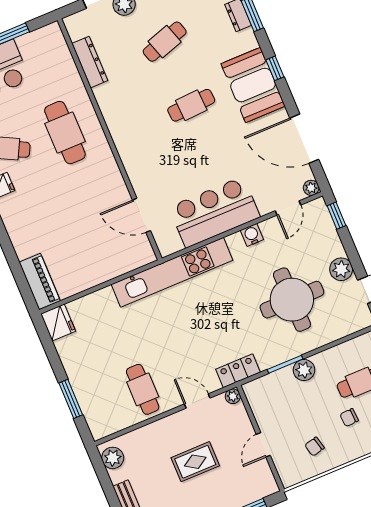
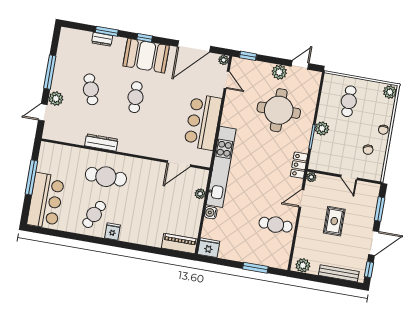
dresser: (90, 62) -> (101, 142), moved
water cooler: (252, 235) -> (211, 213), moved
plant: (120, 267) -> (200, 194), added
chair: (349, 418) -> (383, 130), moved

